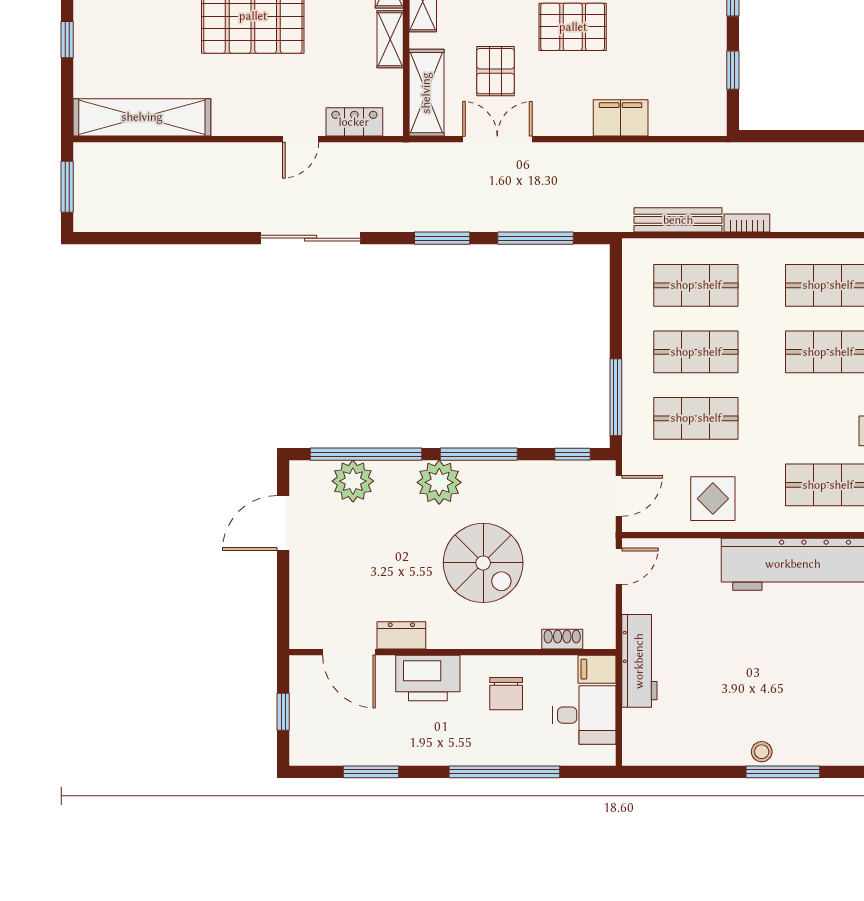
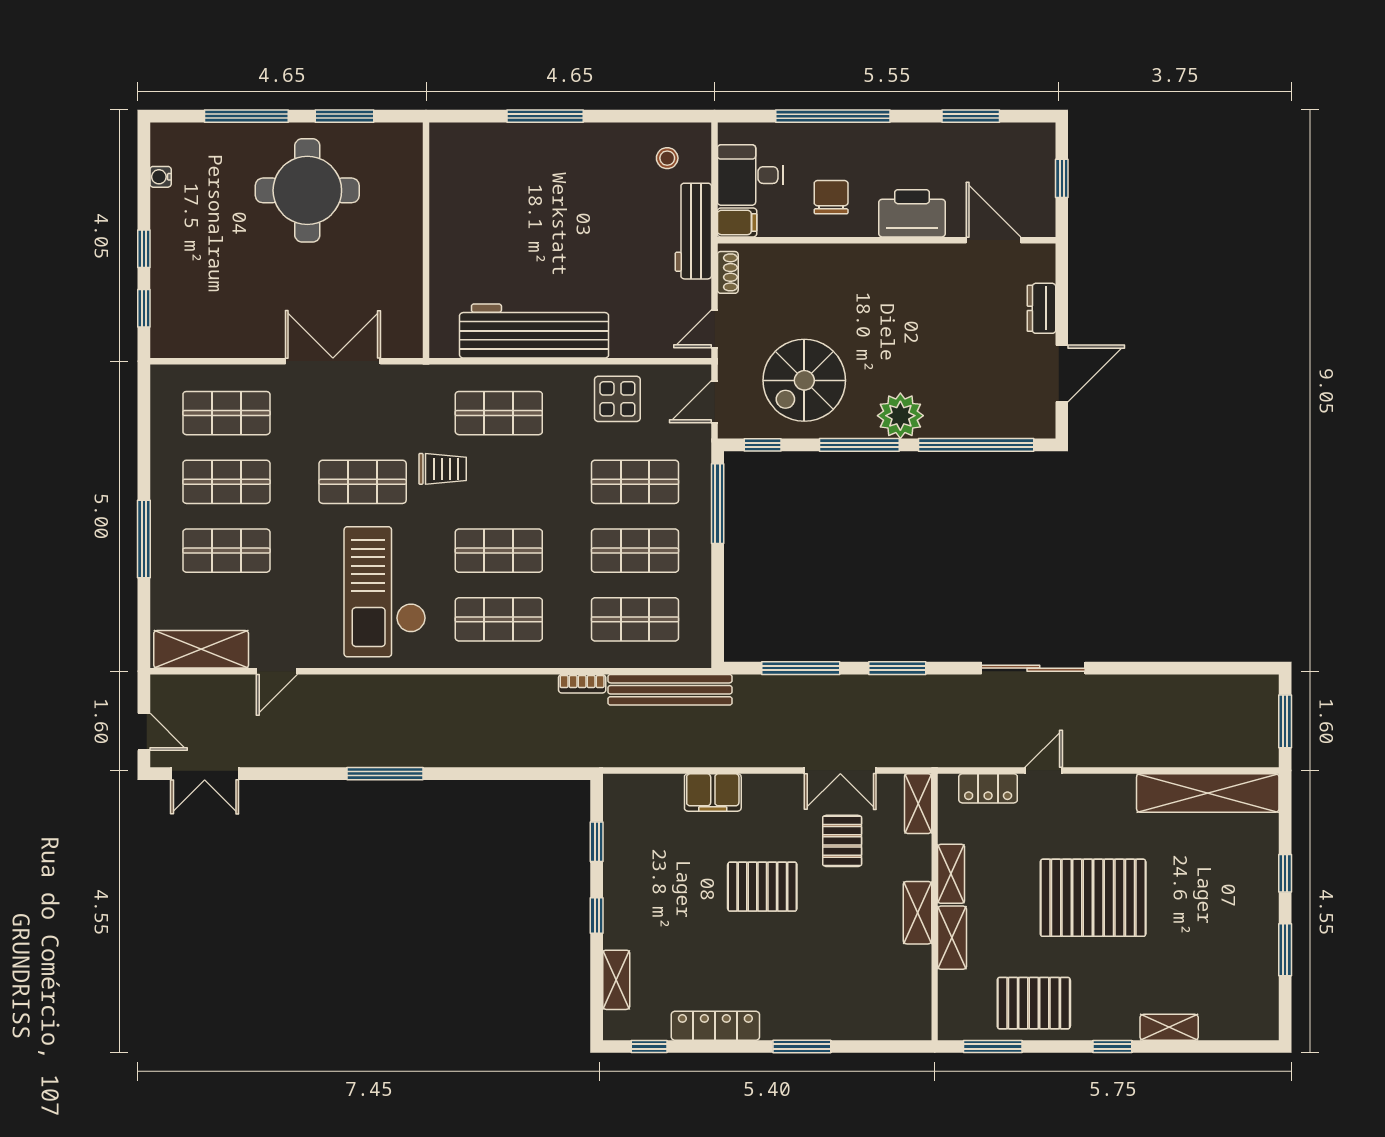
shelving: (426, 93) -> (918, 804), width x0.67, depth x0.75
bench: (678, 220) -> (670, 690), width x1.37, depth x1.21
plant: (353, 481) -> (990, 417), removed
spiral stairs: (483, 563) -> (804, 380), moved, turned -90
dresser: (401, 635) -> (1041, 308), moved, turned 90
shoe rack: (562, 639) -> (728, 272), moved, turned -90
stool: (762, 752) -> (667, 158), moved

